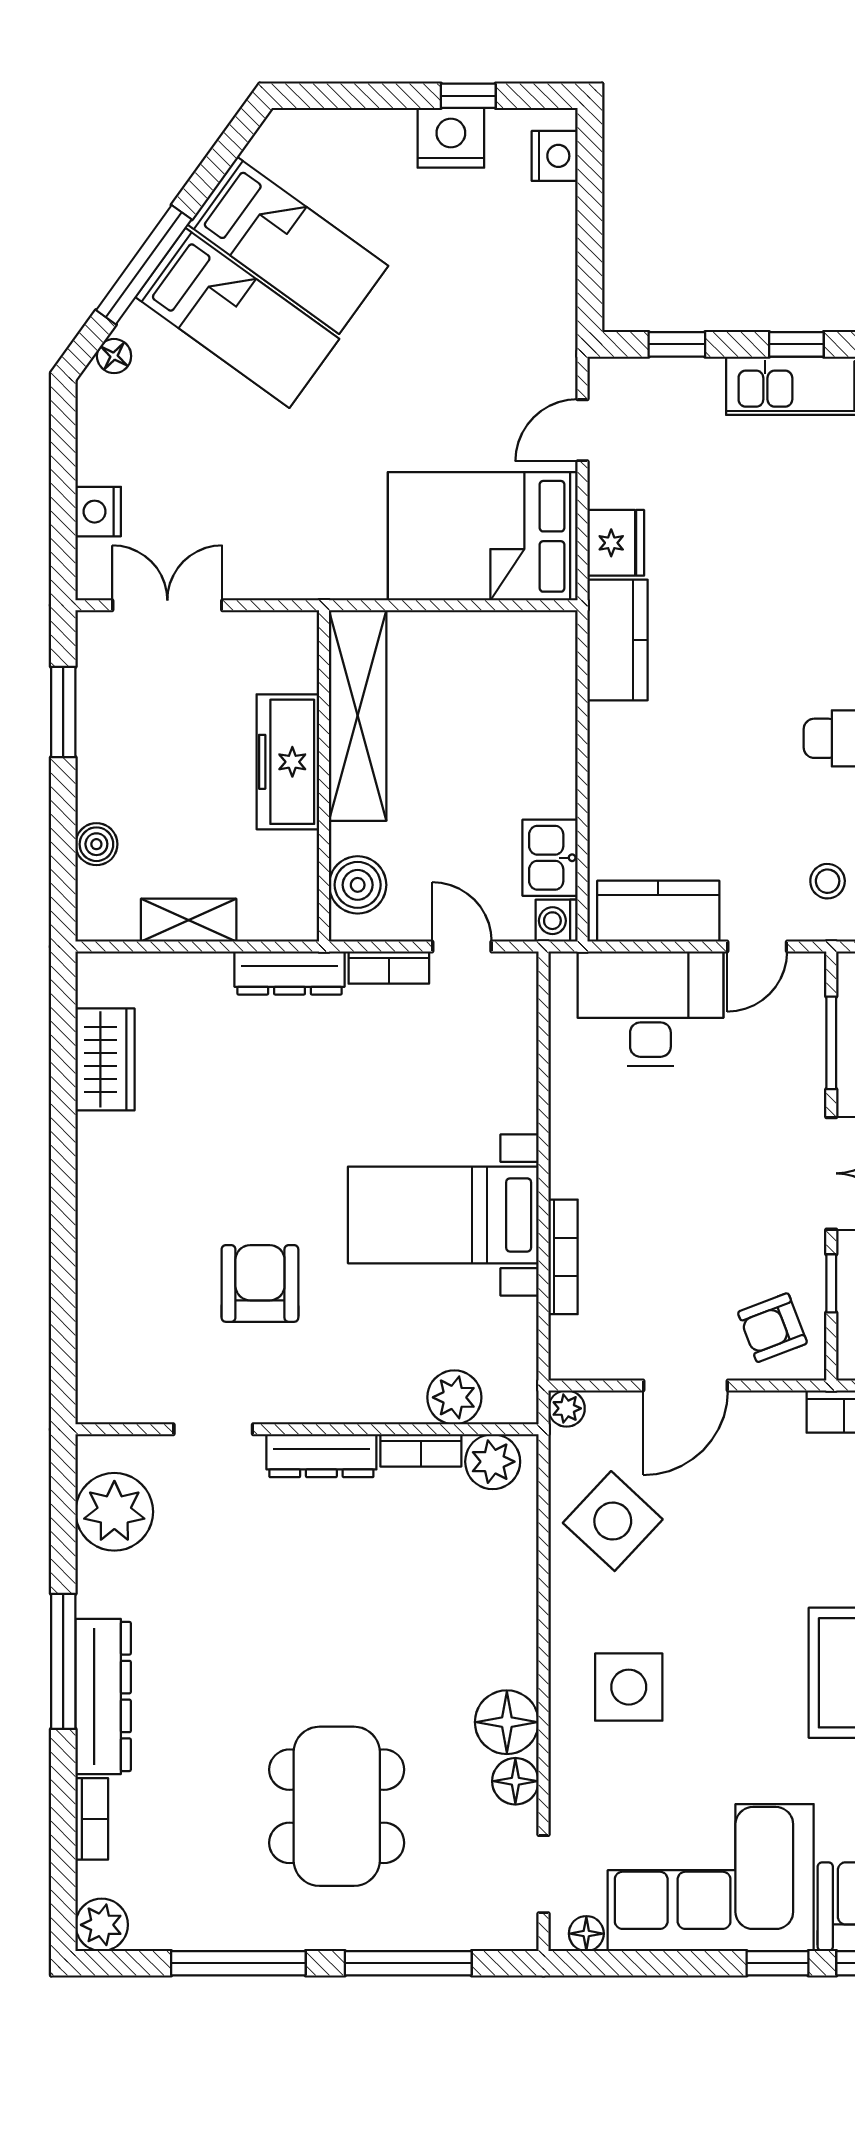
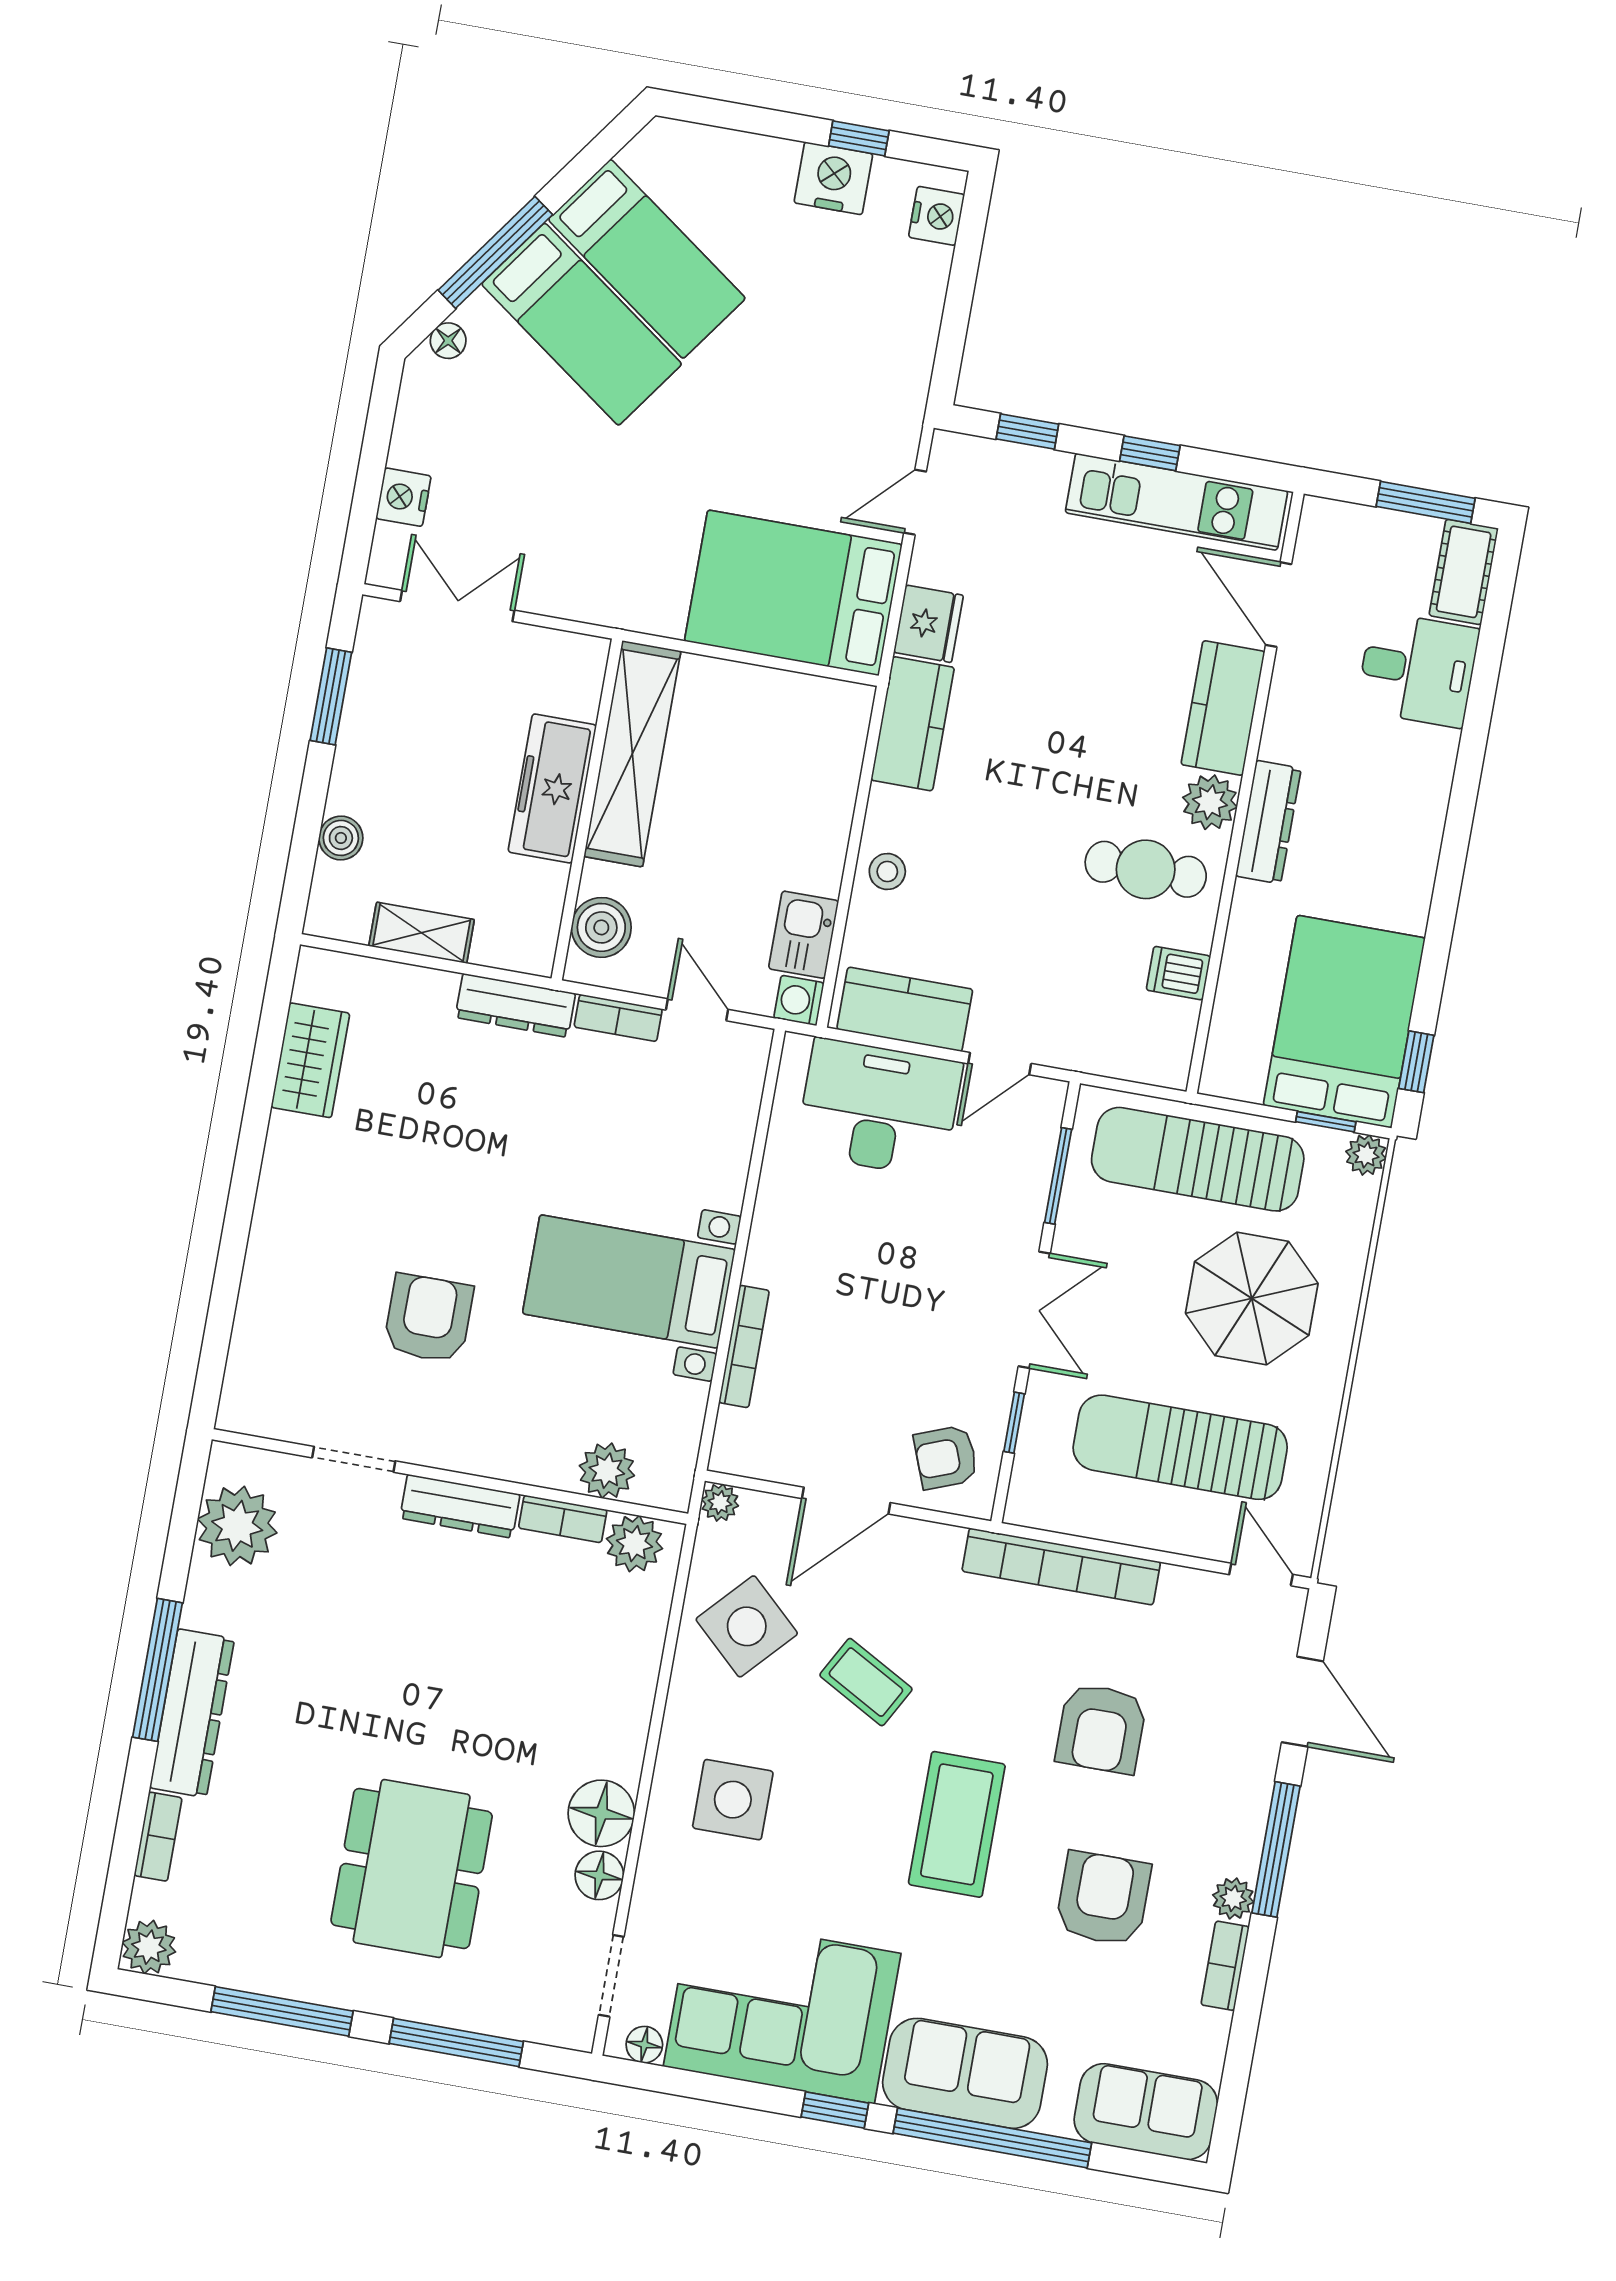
stool: (828, 881) -> (887, 871), moved
coffee table: (735, 1554) -> (866, 1682), added

